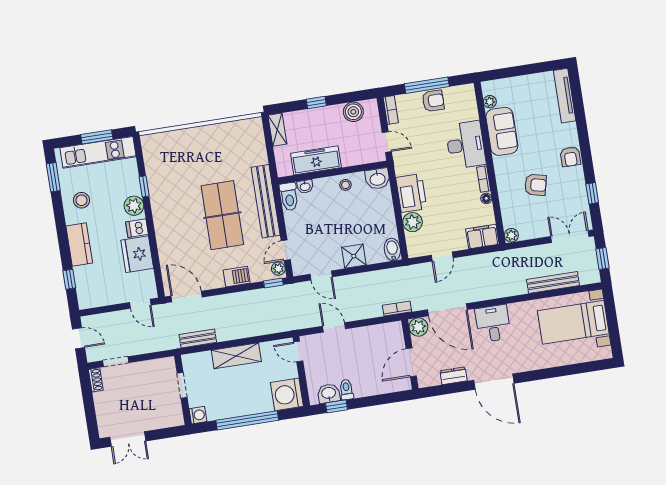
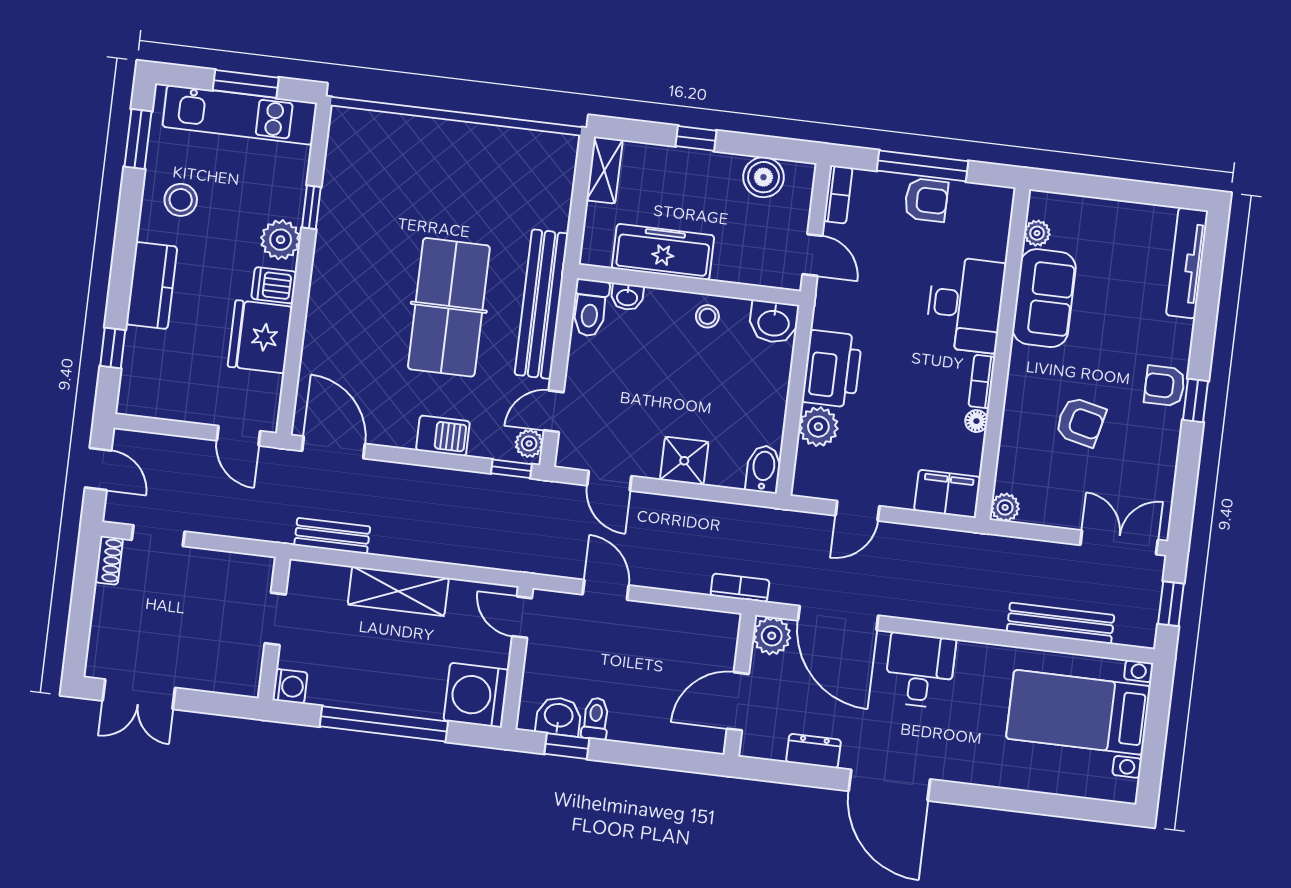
armchair: (570, 157) -> (1165, 386), turned 90
window: (592, 193) -> (1196, 401), moved

